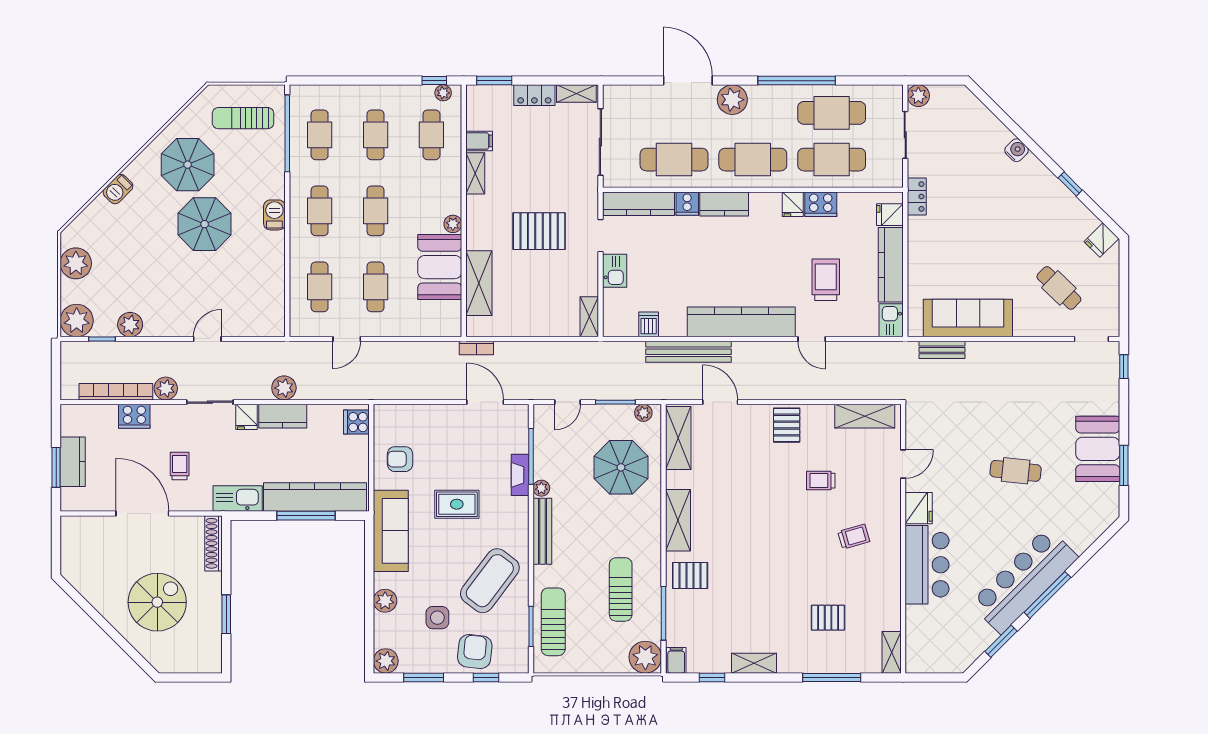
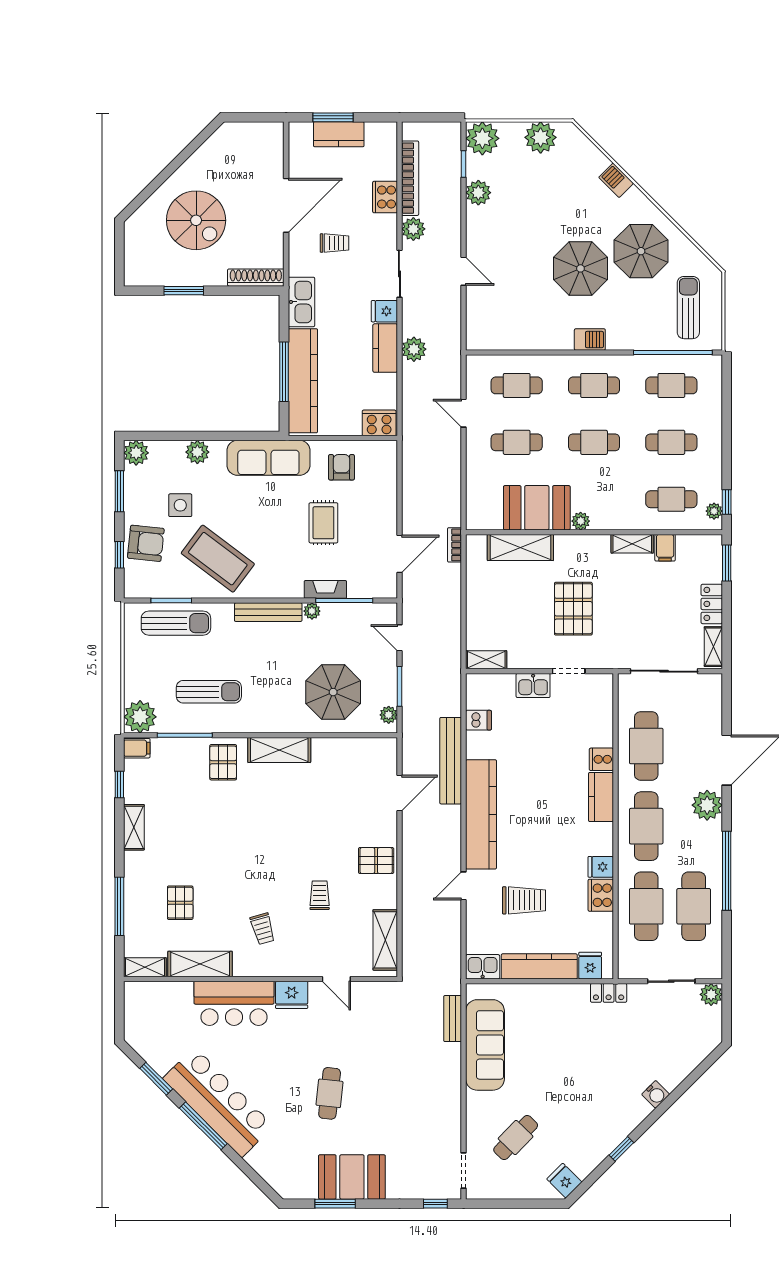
kitchen counter: (639, 204) -> (601, 710), removed
cooker: (356, 422) -> (379, 423), width x1.36
shelving: (678, 438) -> (200, 964), moved
rug: (457, 504) -> (323, 523), moved

